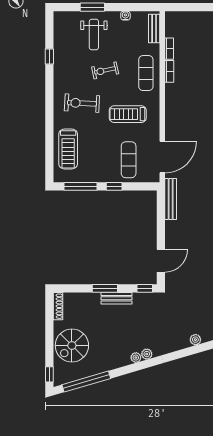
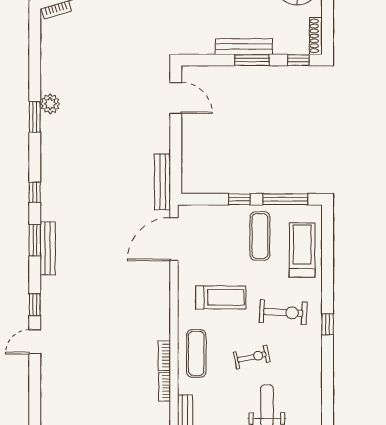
window: (49, 56) -> (328, 324), moved
exercise mat: (129, 160) -> (260, 236), moved
door: (161, 261) -> (176, 98), swing flipped
window: (145, 288) -> (298, 60), moved
bench: (116, 298) -> (244, 47), width x1.36

